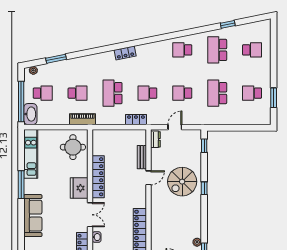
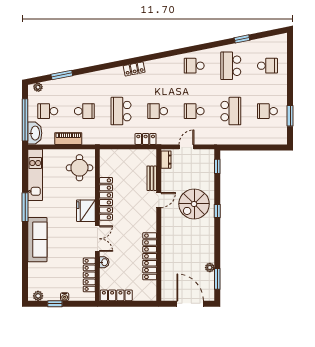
school desk: (43, 93) -> (48, 111), turned 180
school desk: (217, 93) -> (231, 111), turned 180
piano: (83, 119) -> (68, 139), moved

